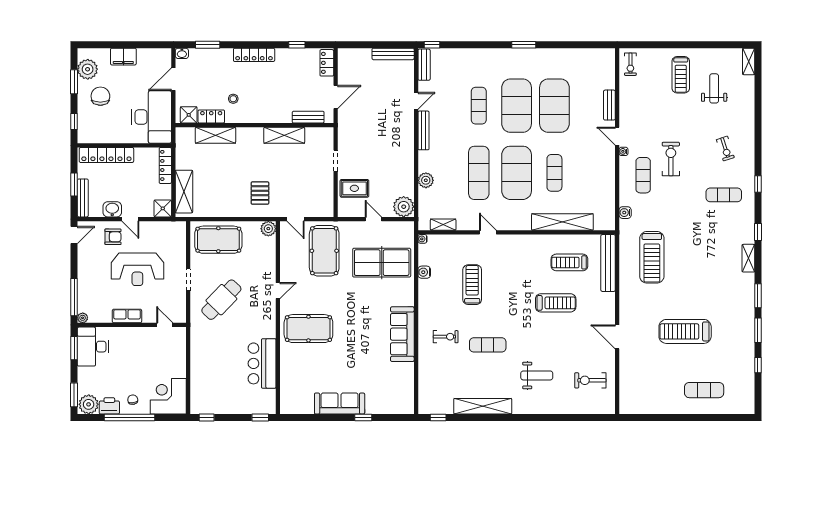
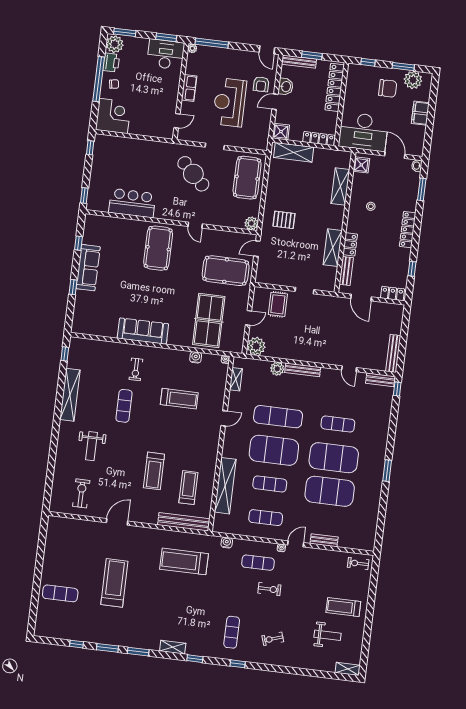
locker: (211, 116) -> (350, 244), moved
bench: (423, 130) -> (303, 370), moved
exercise bike: (671, 159) -> (269, 589), width x0.73, depth x0.72
exercise mat: (592, 173) -> (266, 518), added
exercise mat: (704, 390) -> (60, 593), turned 90
window: (314, 417) -> (78, 243), added

